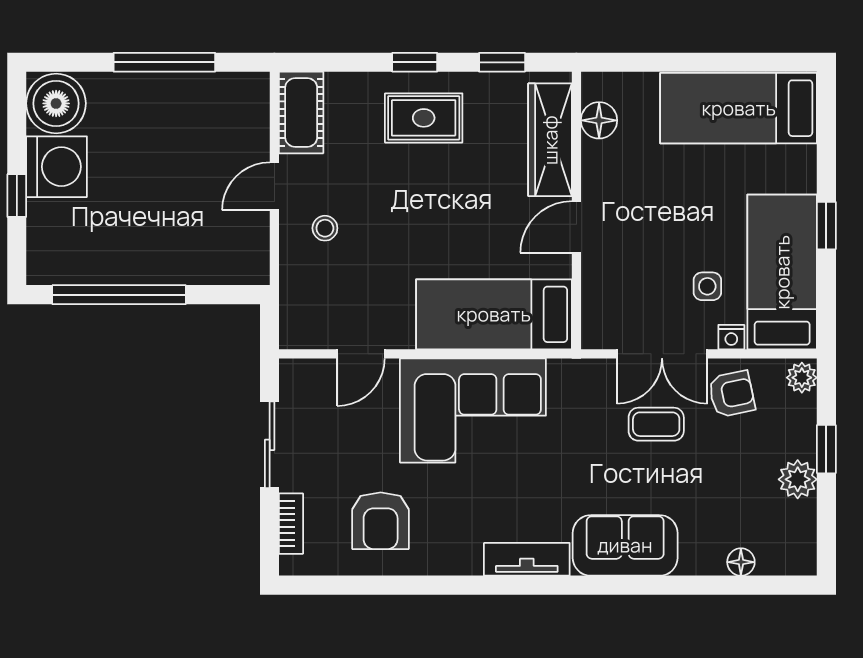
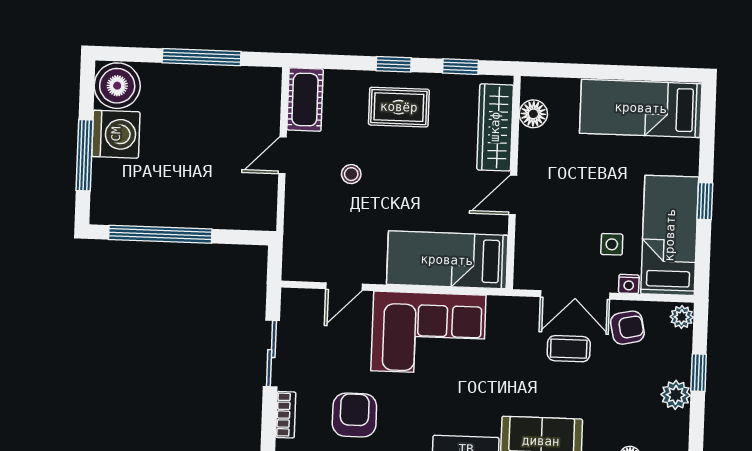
window: (17, 196) -> (85, 155), width x2.17
stool: (325, 228) -> (351, 174), moved
armchair: (381, 521) -> (354, 415), turned 180

